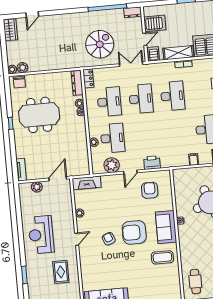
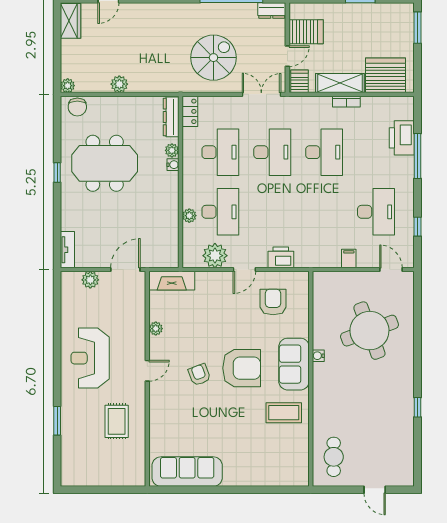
plant: (22, 68) -> (119, 84), moved
armchair: (134, 232) -> (242, 368), turned 180

